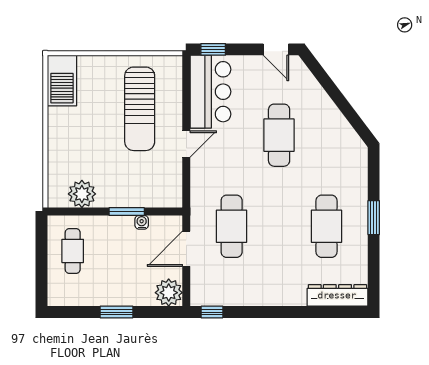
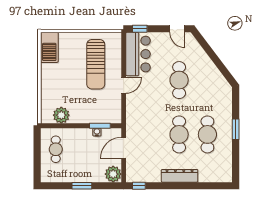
window: (127, 212) -> (100, 126), moved
cafe table: (232, 226) -> (179, 134), moved
dresser: (337, 295) -> (180, 176), moved

